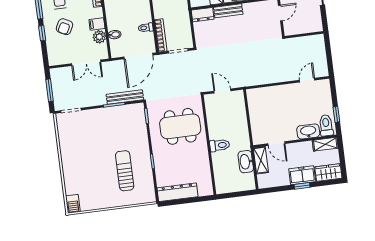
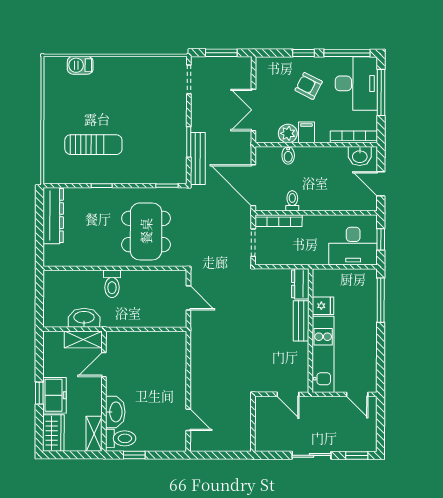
door: (222, 91) -> (188, 298), hinge flipped
barbecue: (73, 204) -> (80, 65), moved

